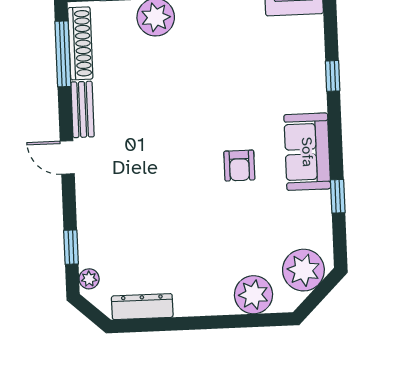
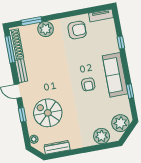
armchair: (231, 31) -> (77, 30), added
sofa: (307, 152) -> (115, 75), width x1.36
spiral stairs: (132, 220) -> (48, 113), added
window: (71, 247) -> (22, 115), moved

